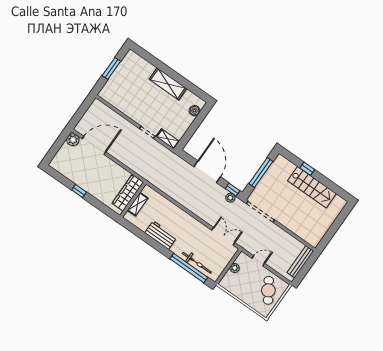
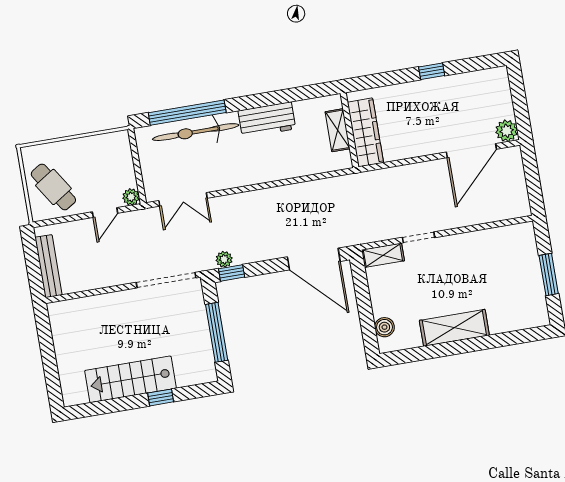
door: (207, 172) -> (314, 259), moved
bicycle: (197, 263) -> (196, 132), width x1.37, depth x1.40
plant: (235, 268) -> (131, 197), moved

